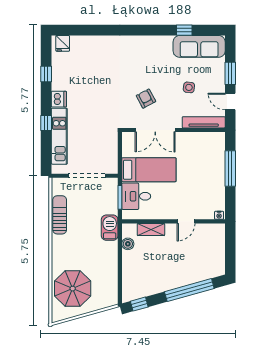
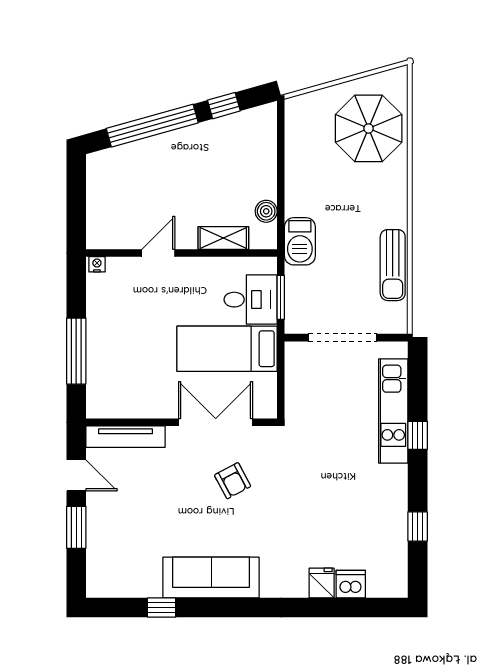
fridge: (63, 43) -> (322, 583), moved
sofa: (199, 46) -> (211, 577), moved
side table: (189, 87) -> (153, 501), removed
dishwasher: (59, 99) -> (351, 584), moved, turned 90
window: (139, 304) -> (224, 106), moved

